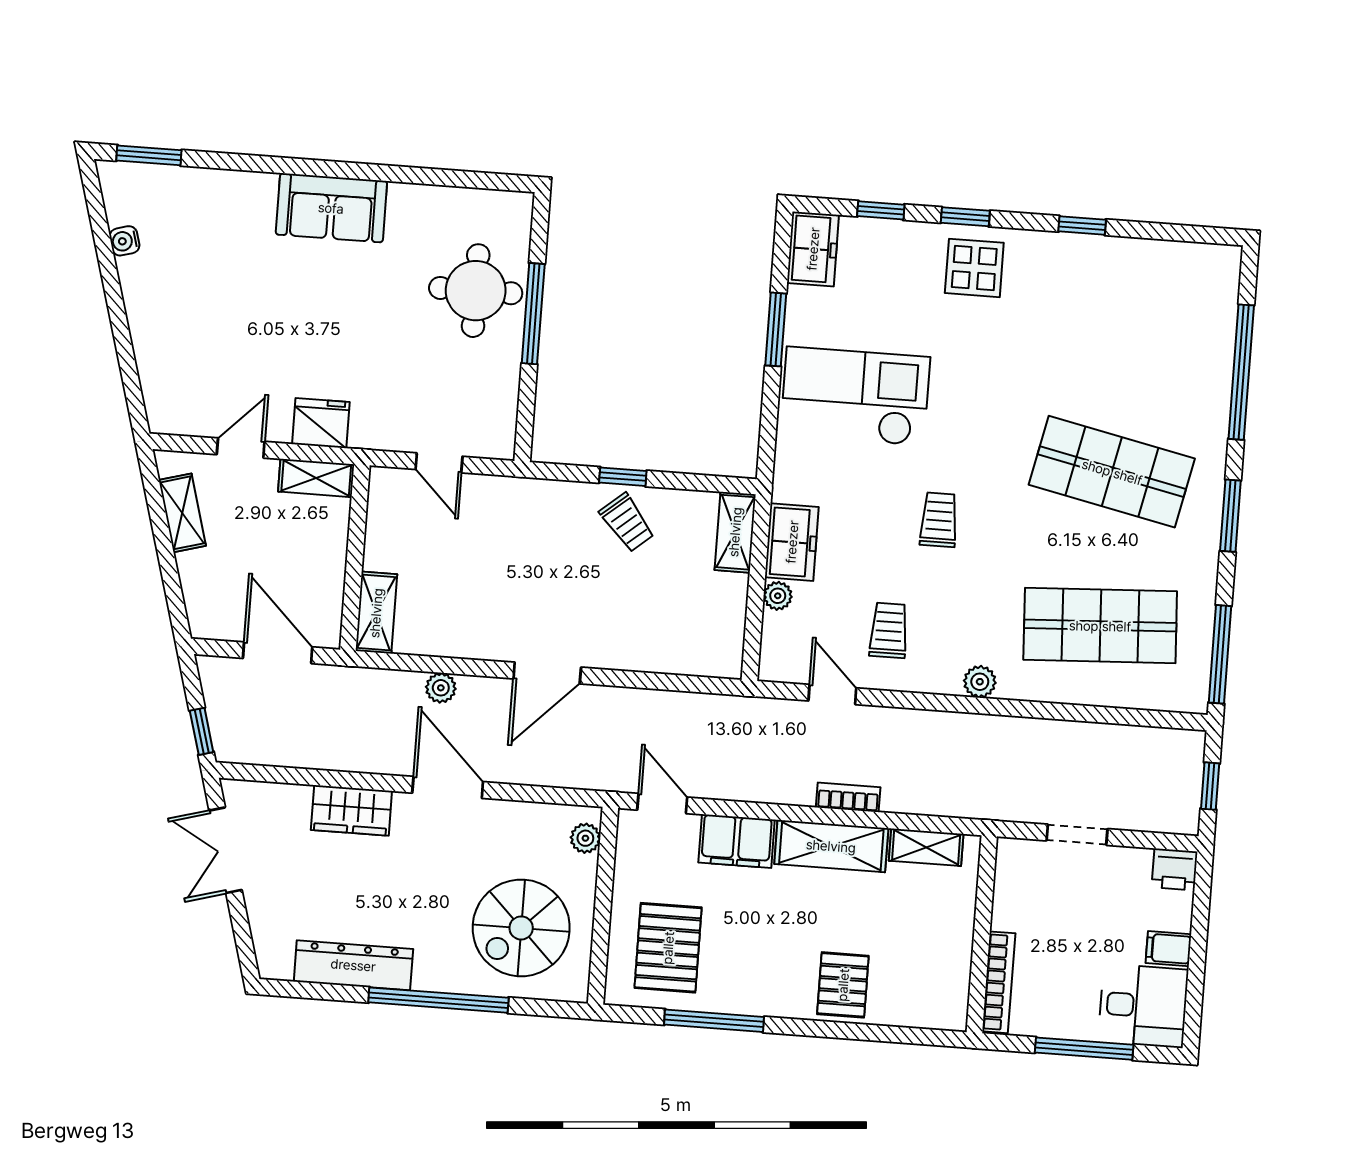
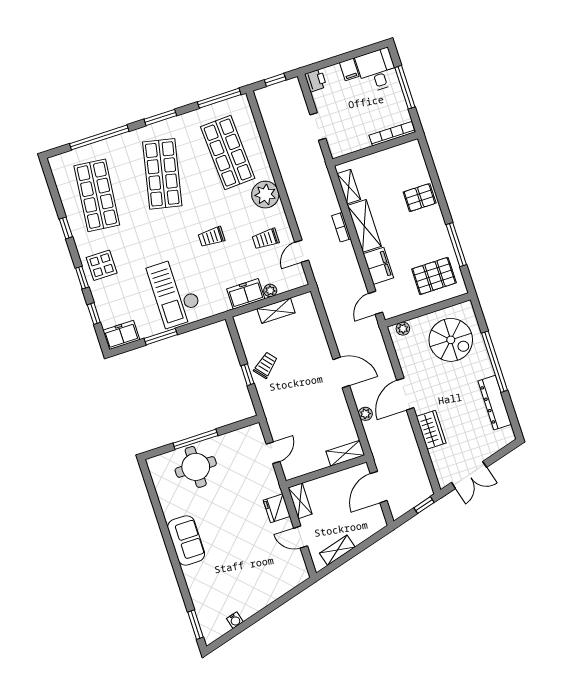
shop shelf: (1123, 318) -> (97, 195), added
shelving: (735, 532) -> (276, 311), moved
plant: (980, 682) -> (265, 195), width x1.87, depth x1.87

